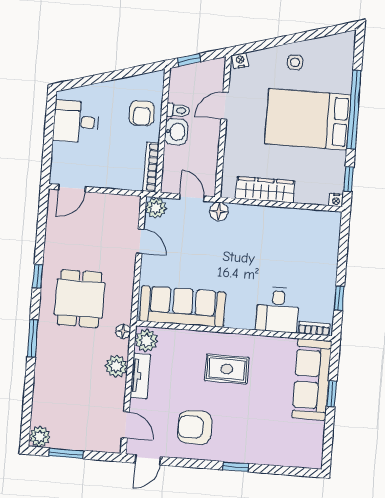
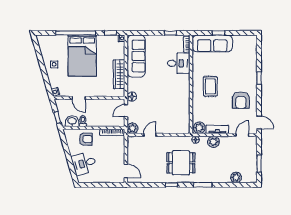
desk: (76, 122) -> (84, 163), moved, turned 74
washbasin: (176, 132) -> (72, 121), moved
sofa: (183, 306) -> (136, 56), moved, turned 180
plant: (40, 437) -> (236, 177), moved

